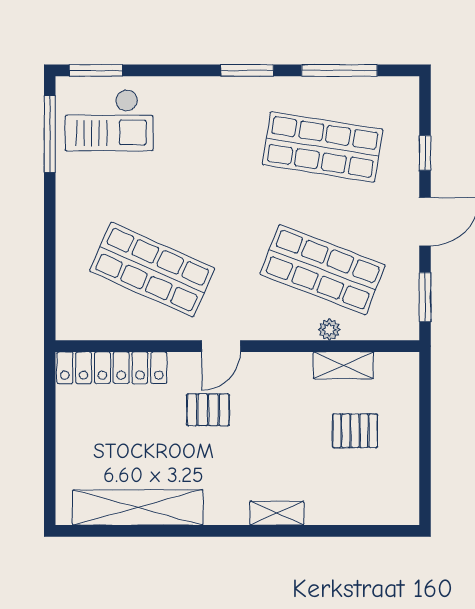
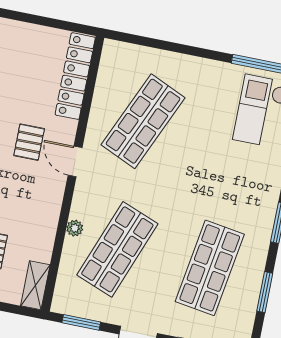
window: (339, 70) -> (265, 292), width x0.69
plant: (329, 330) -> (75, 228), moved
shelving: (343, 365) -> (35, 285), moved

